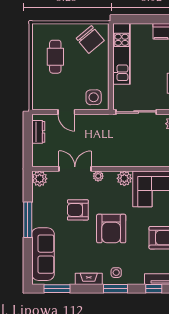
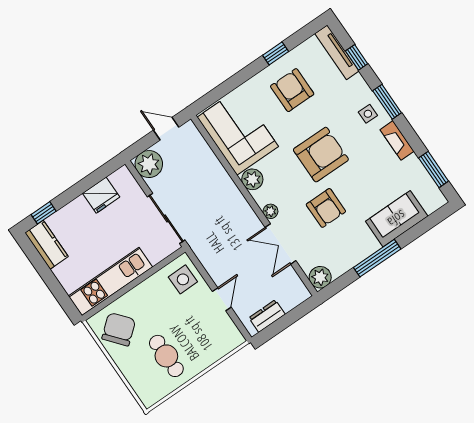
cafe table: (55, 57) -> (166, 356), turned 90
sofa: (43, 254) -> (397, 219), width x0.73

